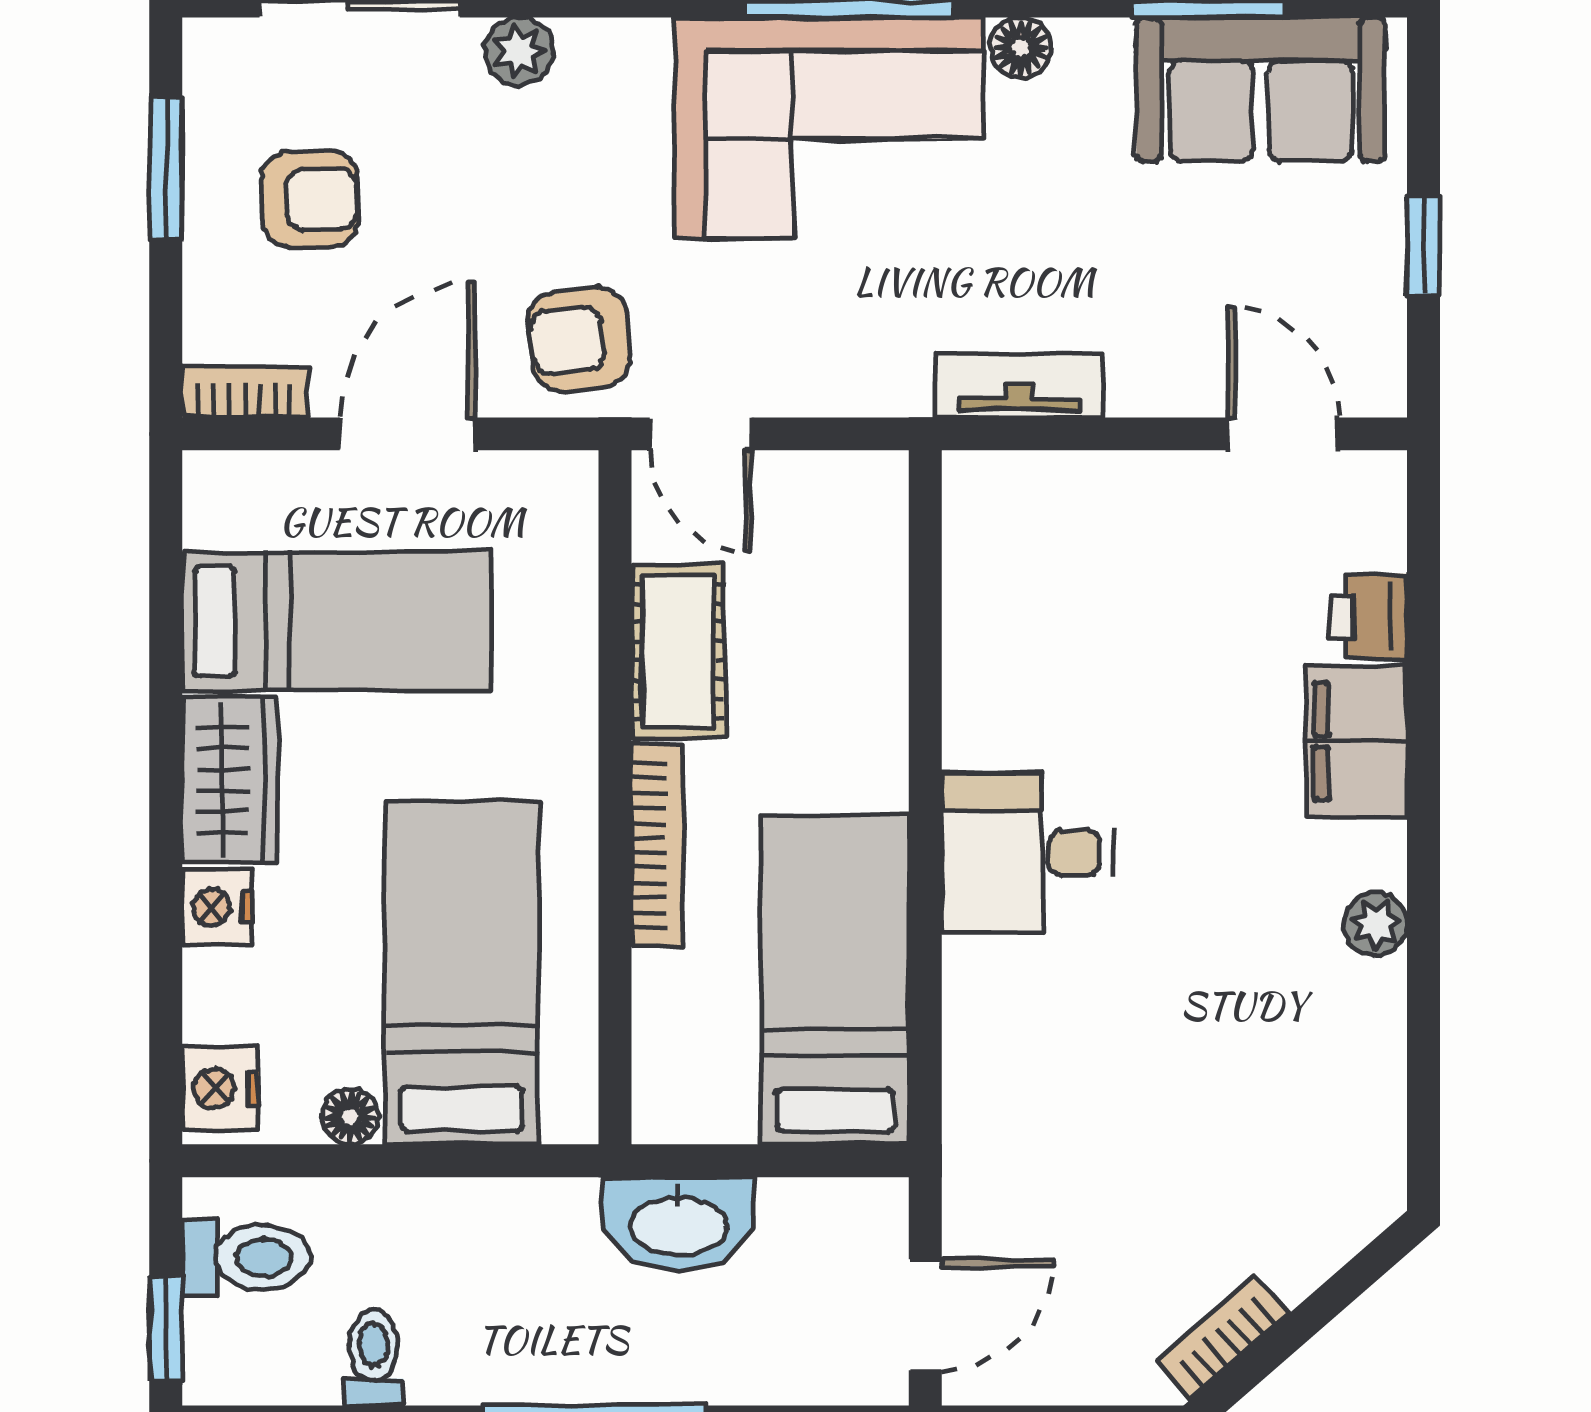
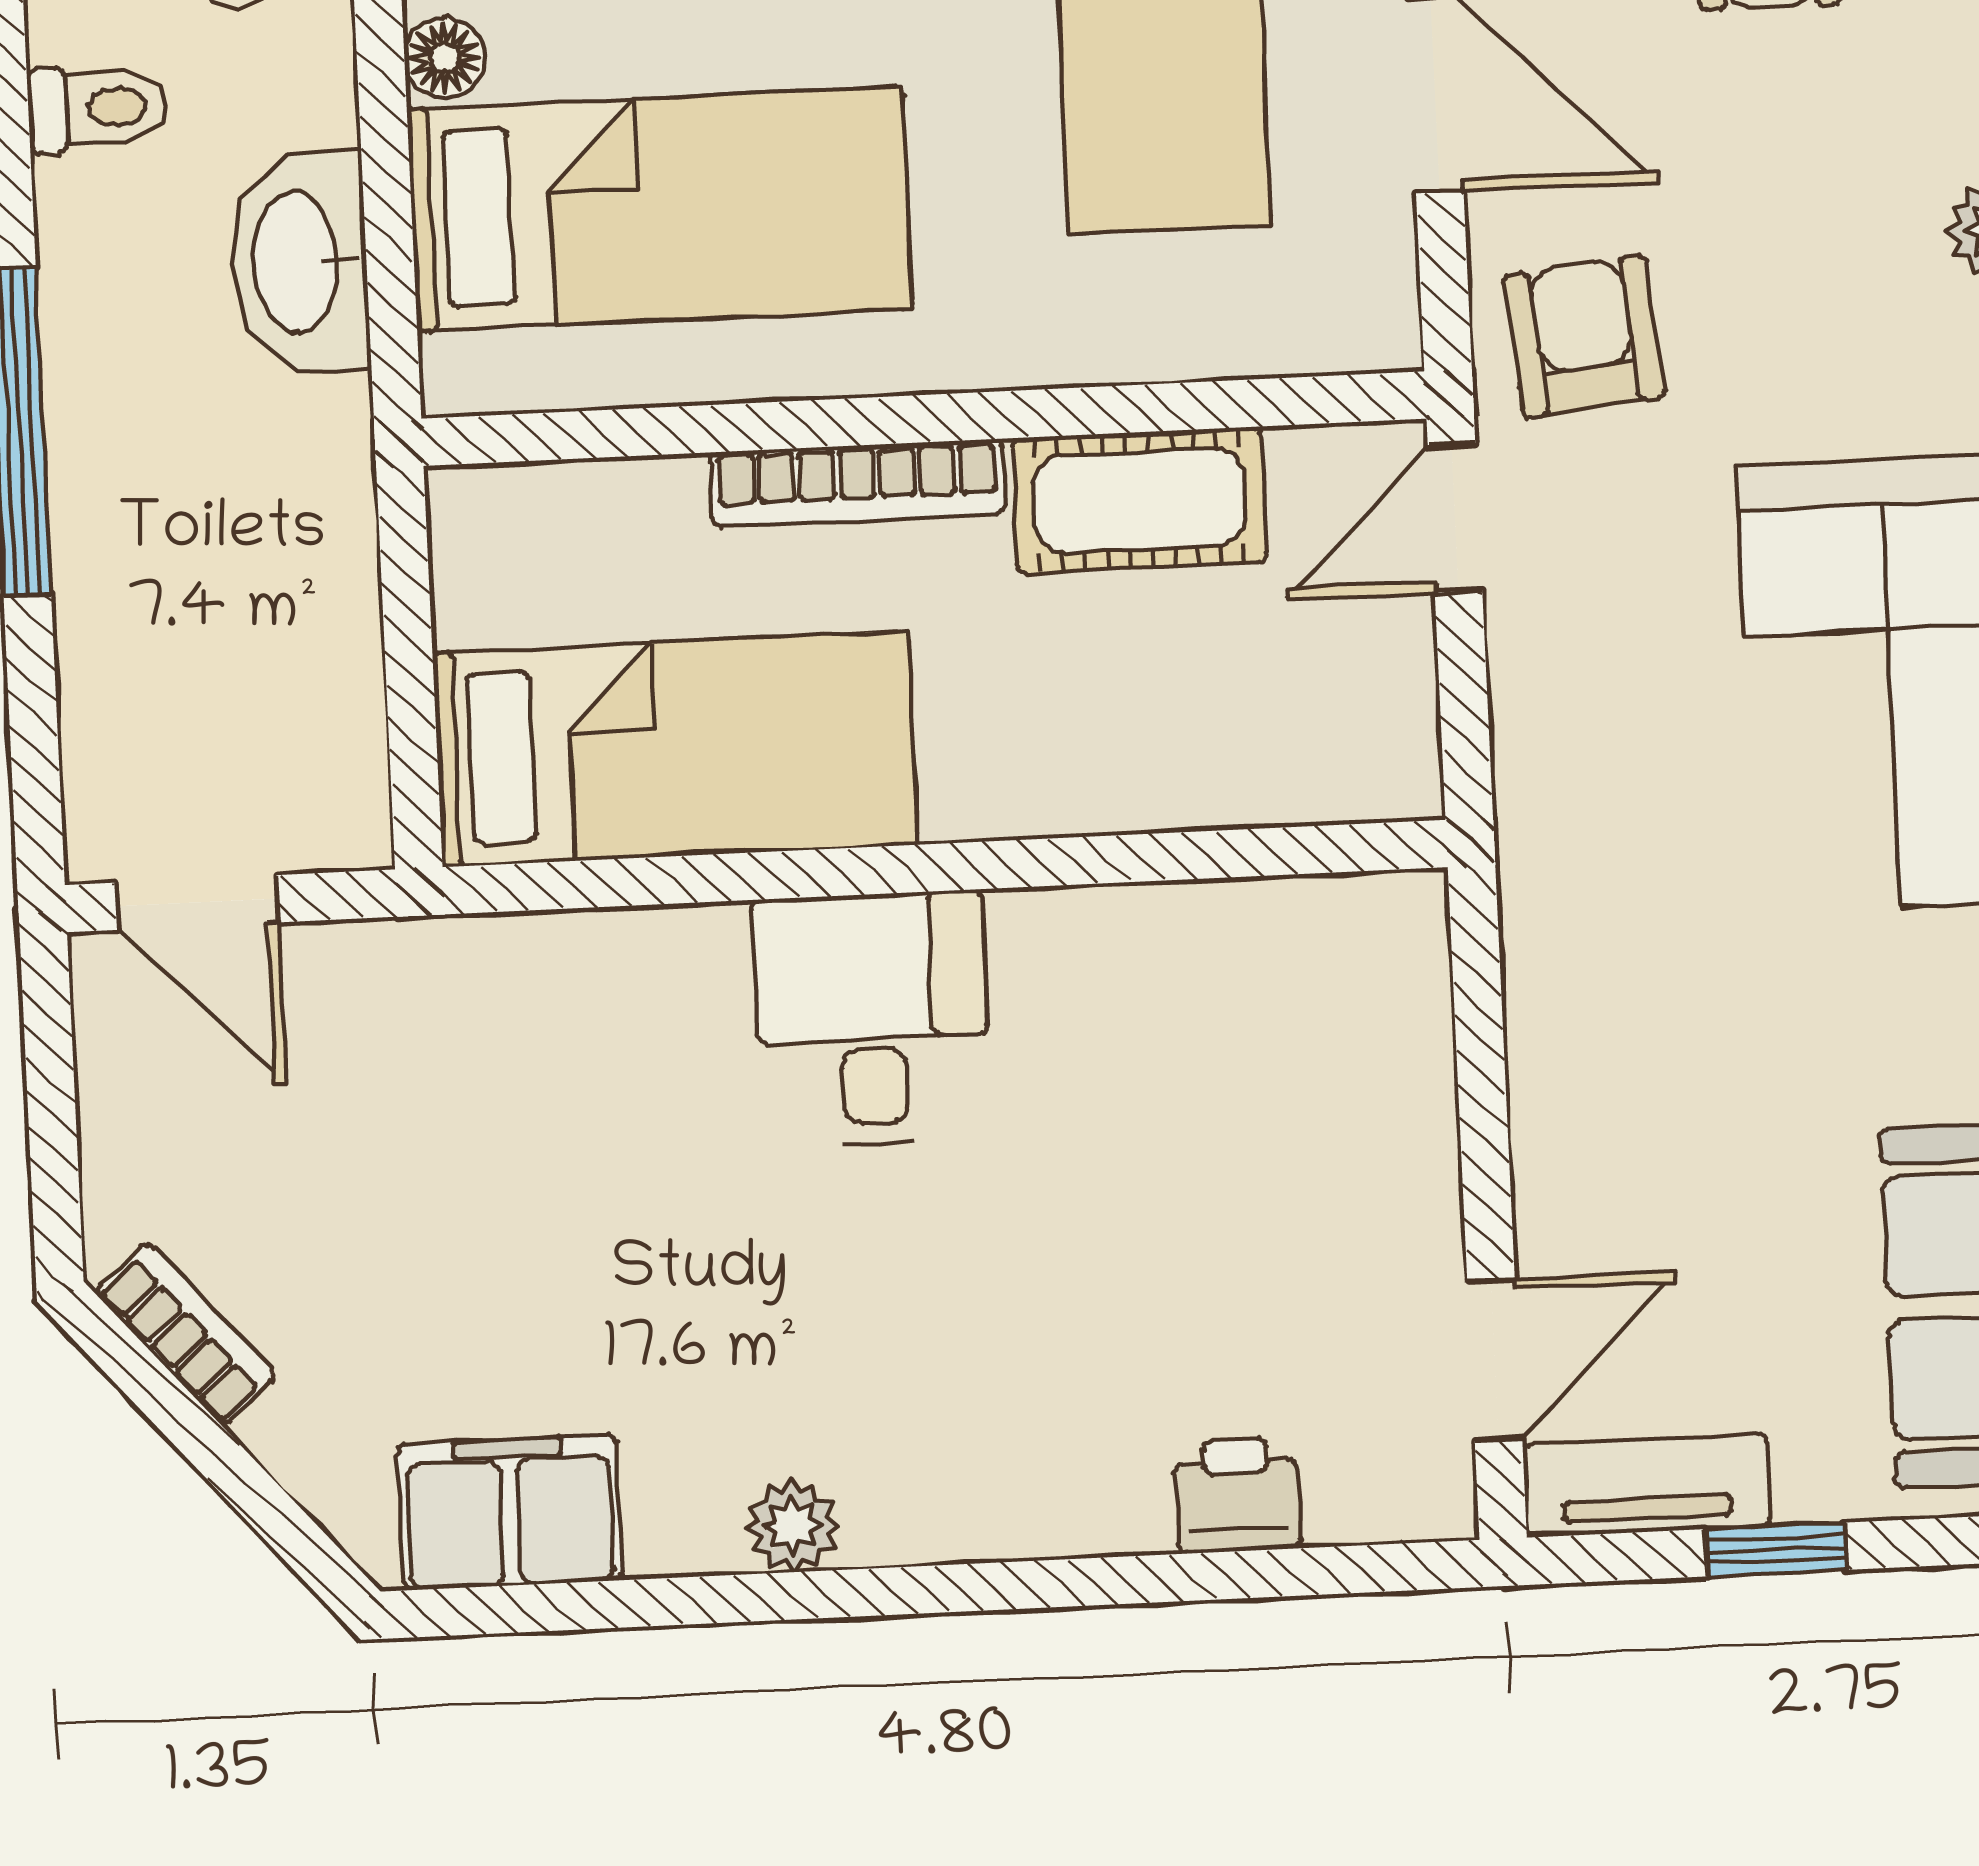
tv unit: (1019, 385) -> (1647, 1485), moved, turned -90
filing cabinet: (1357, 741) -> (510, 1512), moved
washbasin: (678, 1223) -> (299, 262), moved

